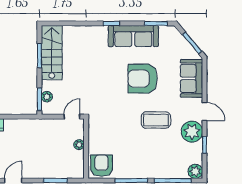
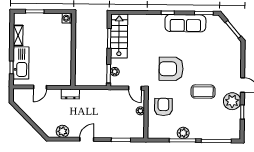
sofa: (191, 78) -> (232, 58), removed
armchair: (143, 79) -> (171, 69), moved
door: (72, 117) -> (135, 88), swing flipped
armchair: (102, 166) -> (163, 107), moved
plant: (195, 171) -> (183, 133), moved

